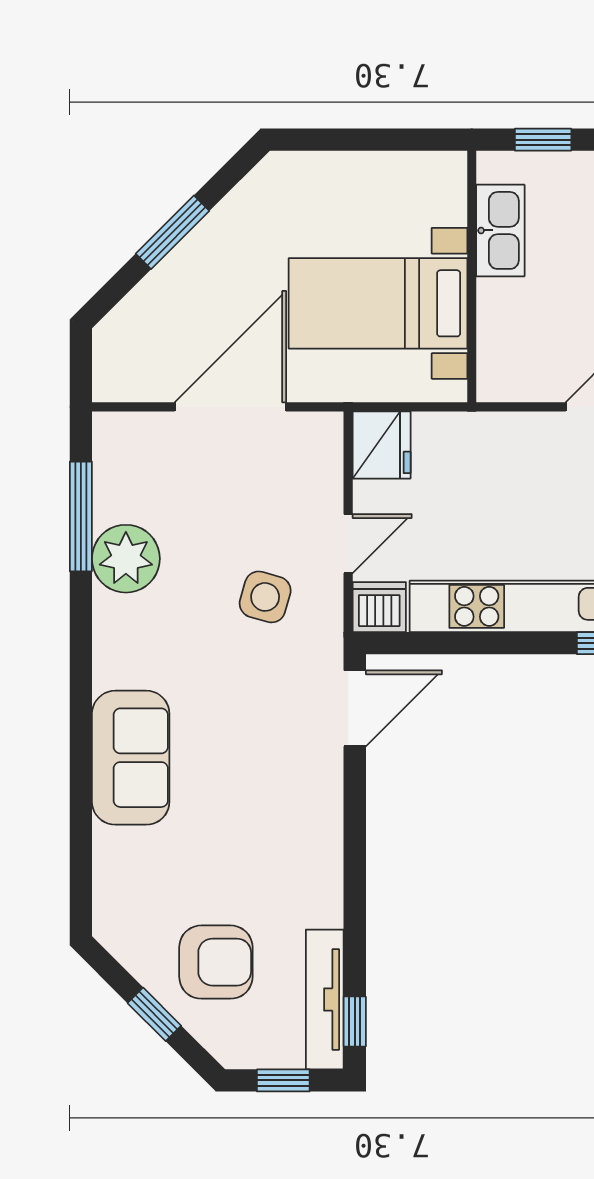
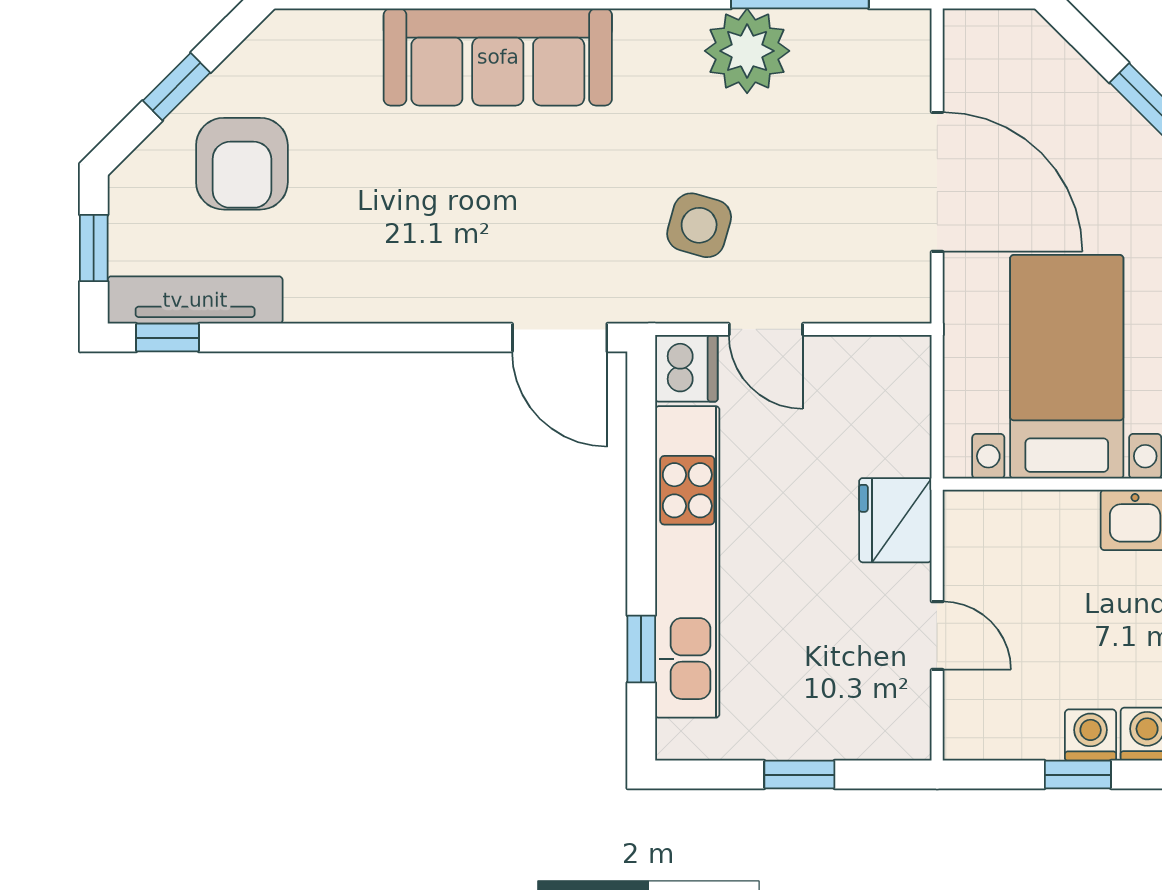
fridge: (382, 445) -> (895, 520), moved, turned 90
sofa: (131, 758) -> (498, 57), width x1.36

